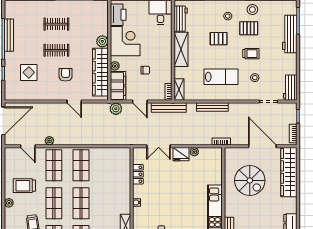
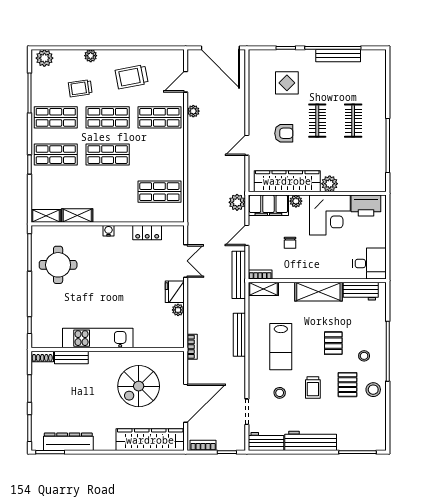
workbench: (290, 34) -> (311, 441), moved
double door: (159, 146) -> (186, 261), swing flipped
shop shelf: (81, 165) -> (159, 192), moved
trolley: (24, 186) -> (132, 77), turned -101
plant: (9, 203) -> (91, 56), moved

